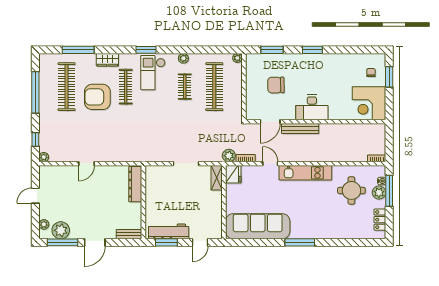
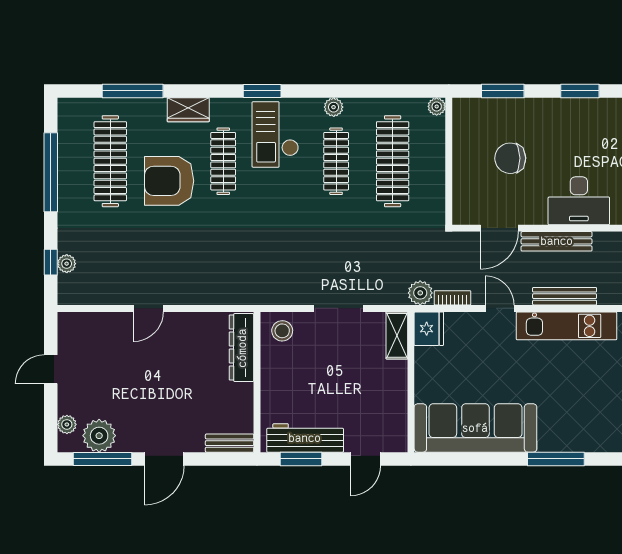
clothes rail: (185, 87) -> (336, 161), width x1.36
plant: (44, 157) -> (67, 264), moved
bench: (304, 157) -> (565, 296), added
stool: (157, 175) -> (282, 331), added

